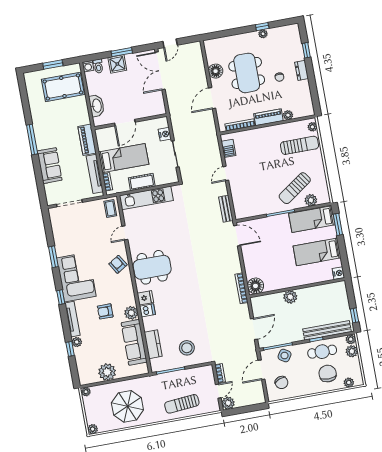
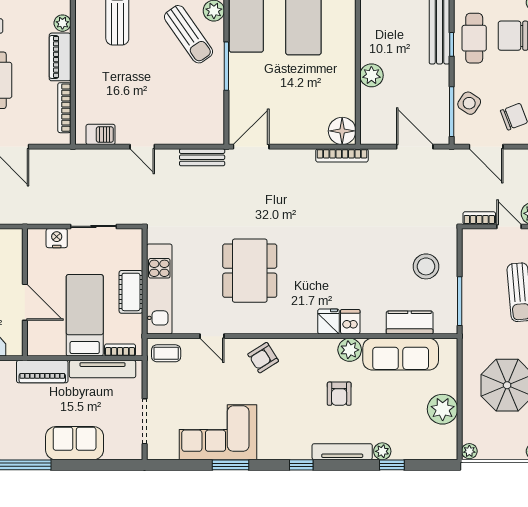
dining table: (152, 267) -> (250, 271), moved
corner sofa: (76, 277) -> (218, 432), moved

